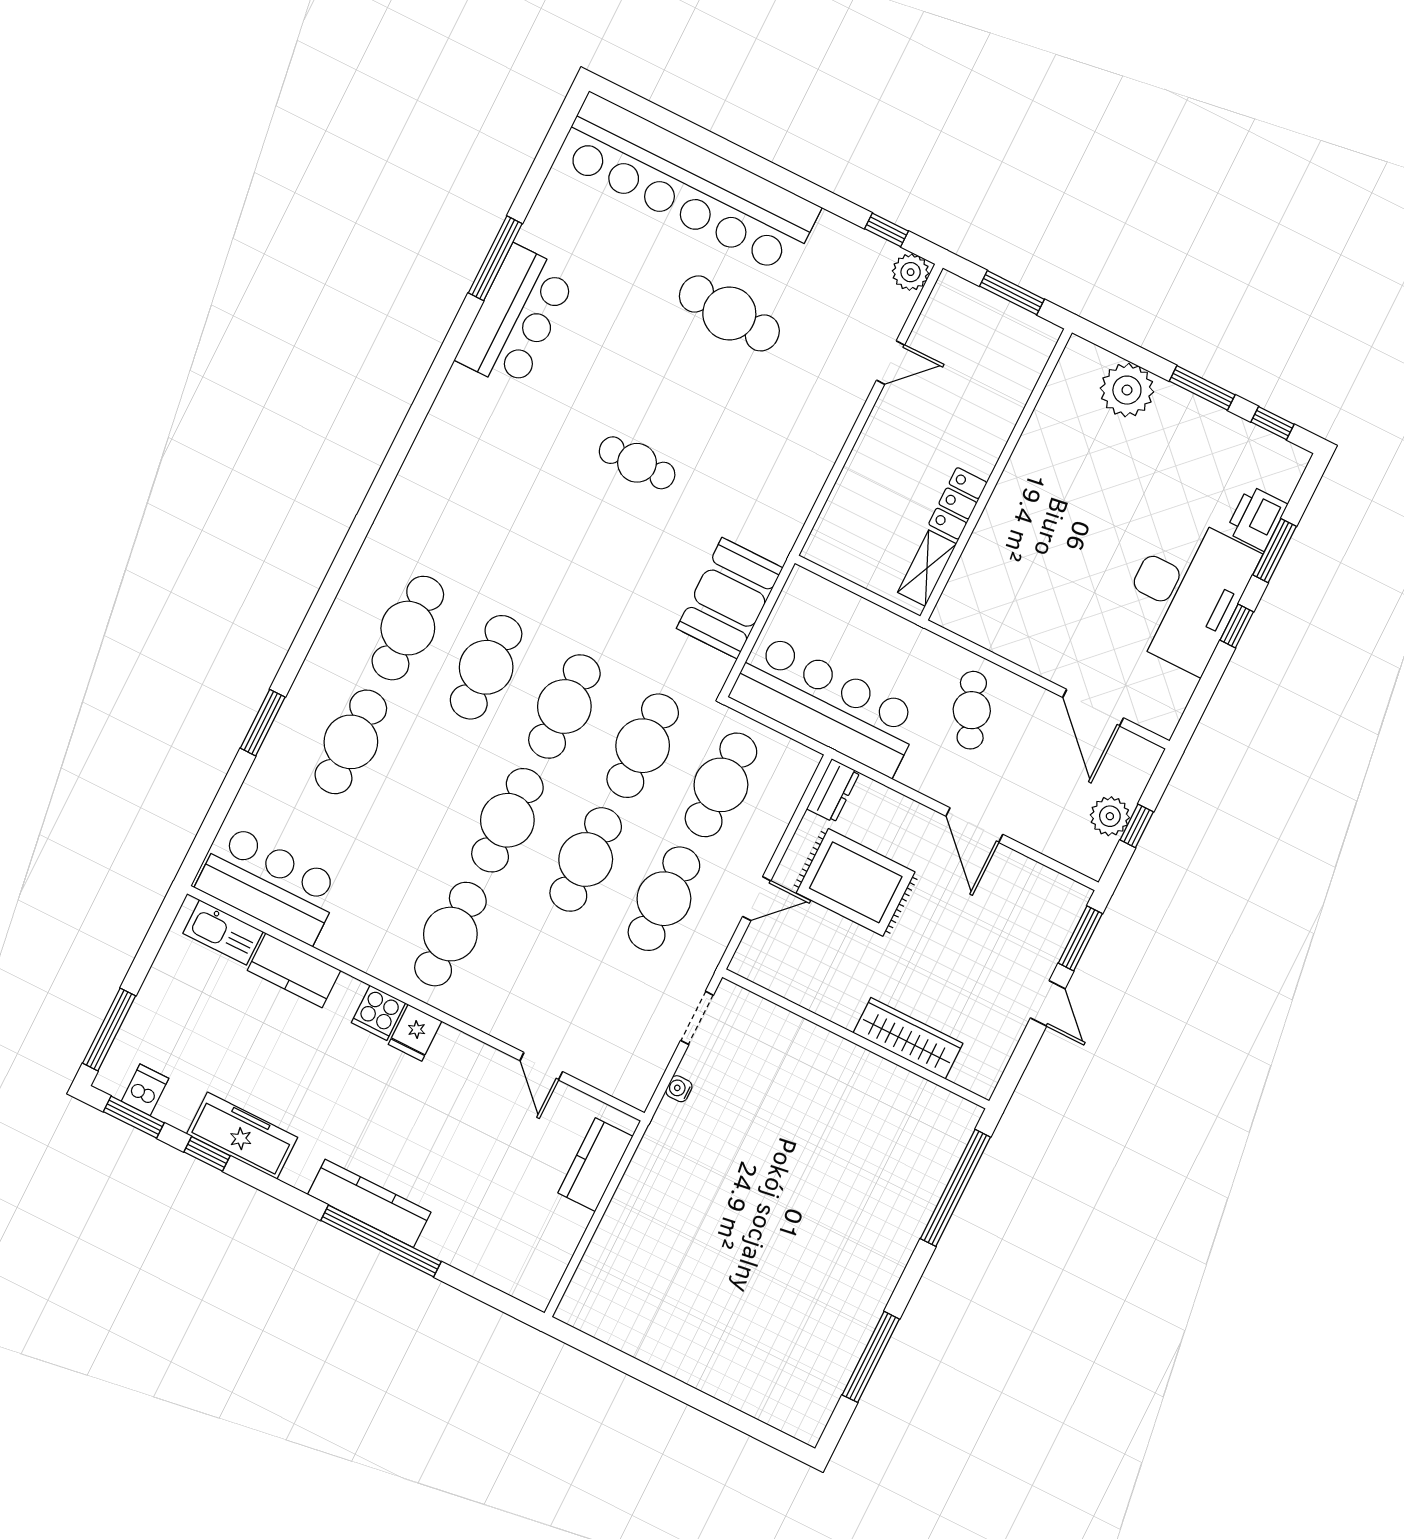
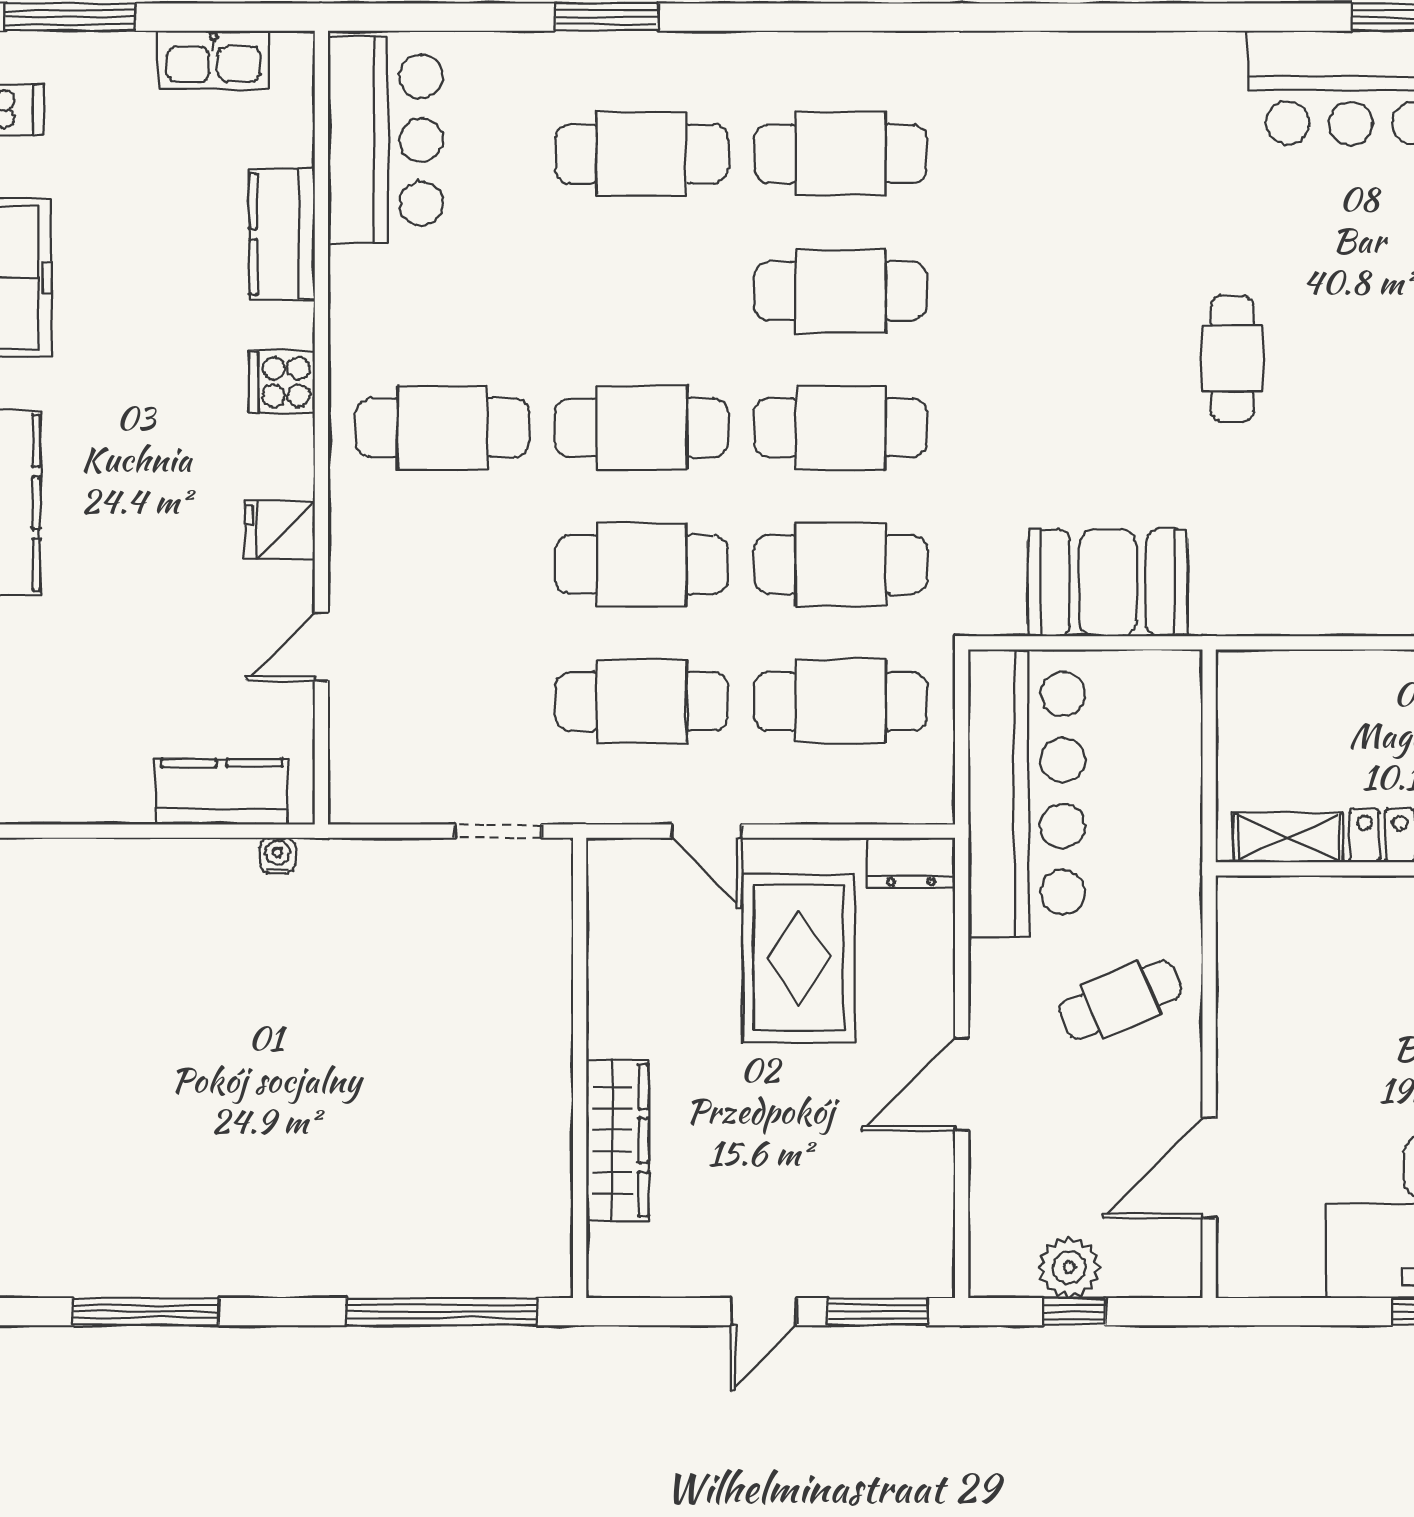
kitchen sink: (223, 932) -> (213, 60), moved, turned -90
fridge: (415, 1033) -> (280, 530), moved
water cooler: (679, 1089) -> (278, 855), moved

